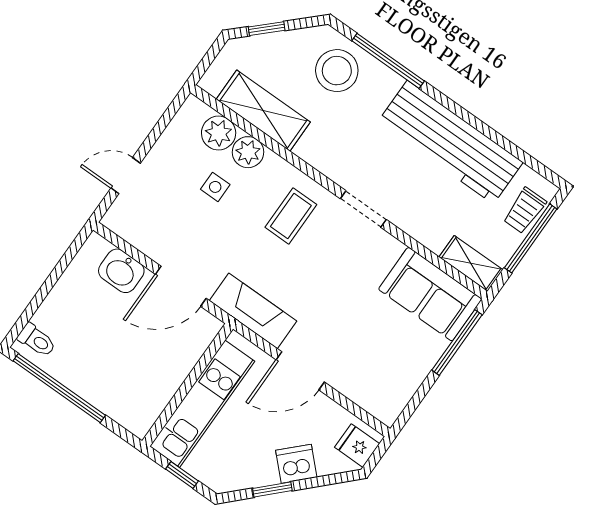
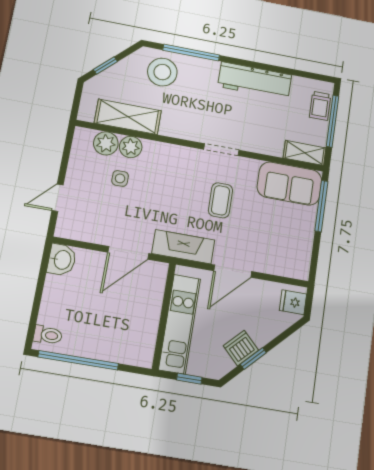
workbench: (450, 142) -> (255, 81), width x0.73, depth x0.76
coffee table: (291, 216) -> (220, 200), moved
washbasin: (121, 271) -> (62, 260), moved, turned -90
dishwasher: (296, 464) -> (241, 348), moved

